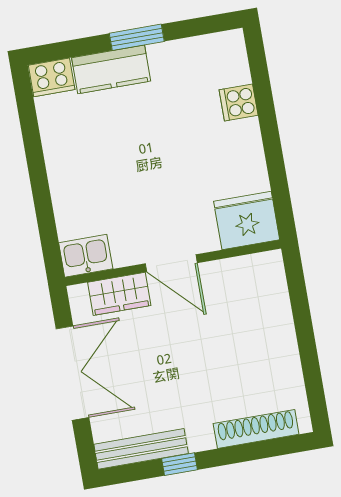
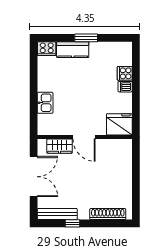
dishwasher: (245, 133) -> (125, 87), added
kitchen sink: (86, 256) -> (45, 103), moved, turned 90

